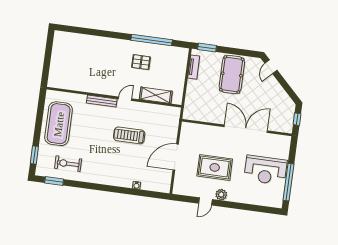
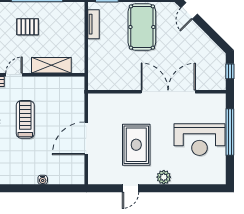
treadmill: (129, 135) -> (25, 119), turned 90
rug: (215, 167) -> (136, 145), turned 90
window: (288, 182) -> (230, 132), moved
plant: (221, 195) -> (164, 177), moved

